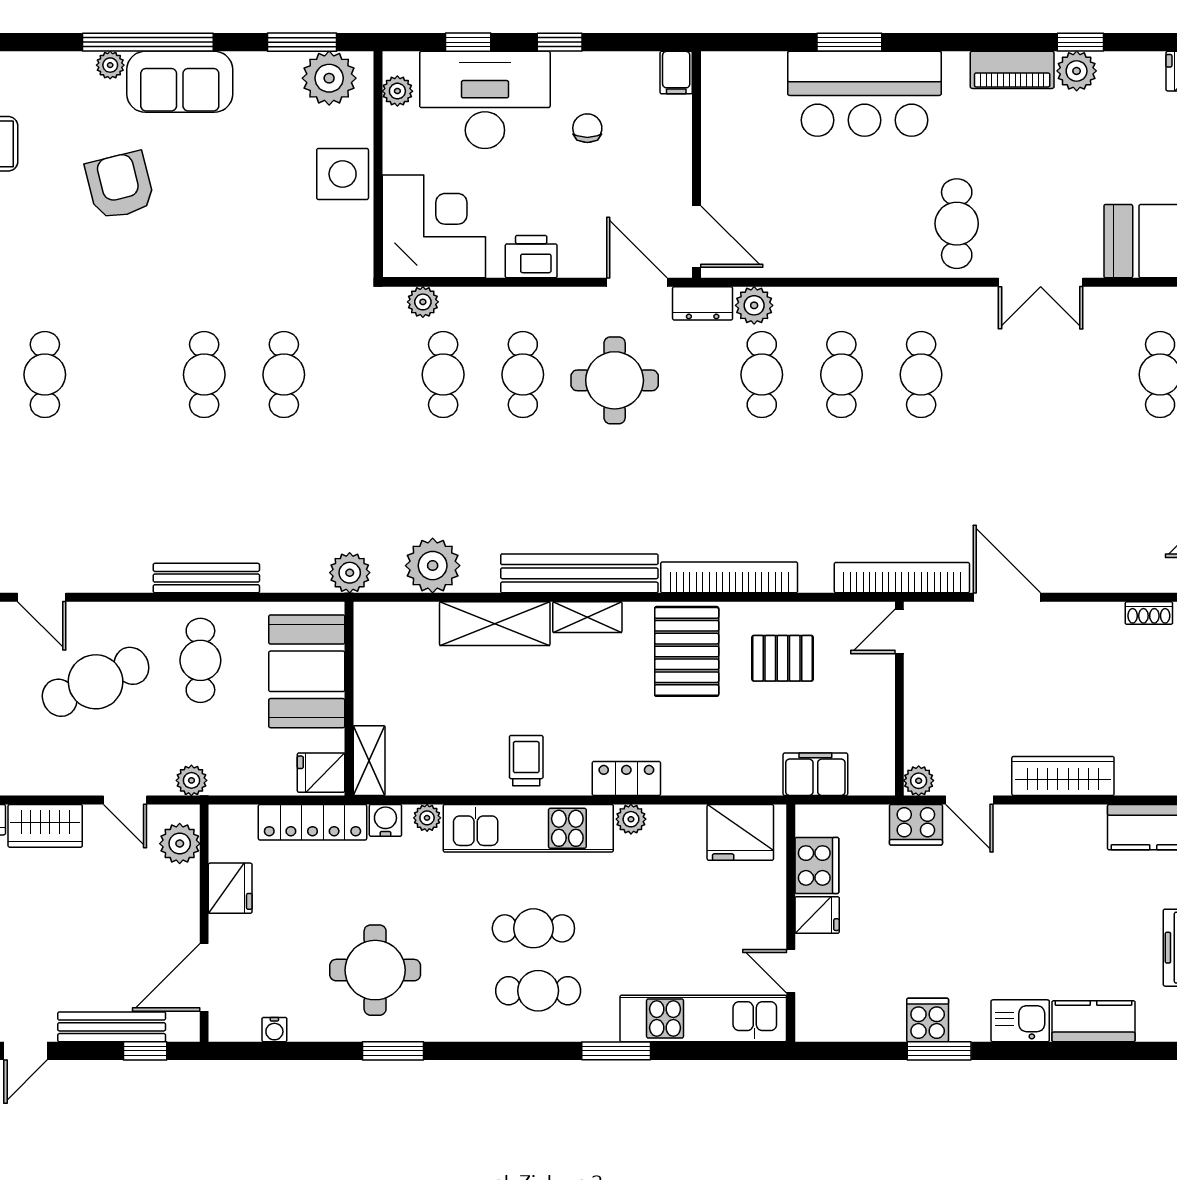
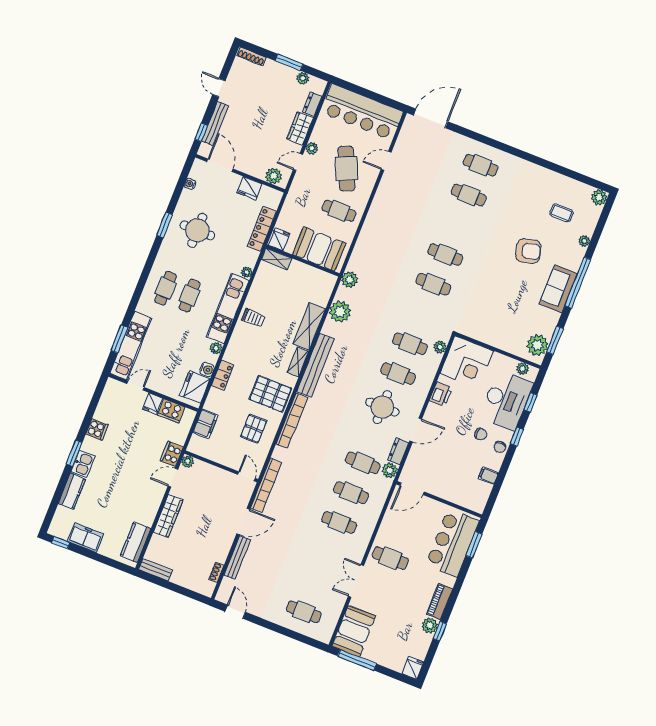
plant: (110, 65) -> (584, 241), moved
chair: (599, 72) -> (500, 447), added
wall: (697, 165) -> (439, 499), moved
side table: (343, 174) -> (500, 336), removed
door: (697, 237) -> (412, 489), moved
bench: (206, 578) -> (237, 557), moved
locker: (626, 778) -> (223, 375), moved
plant: (191, 780) -> (312, 148), moved
water cooler: (385, 820) -> (207, 369), moved
window: (616, 1051) -> (119, 339), moved
window: (939, 1051) -> (74, 453), moved

